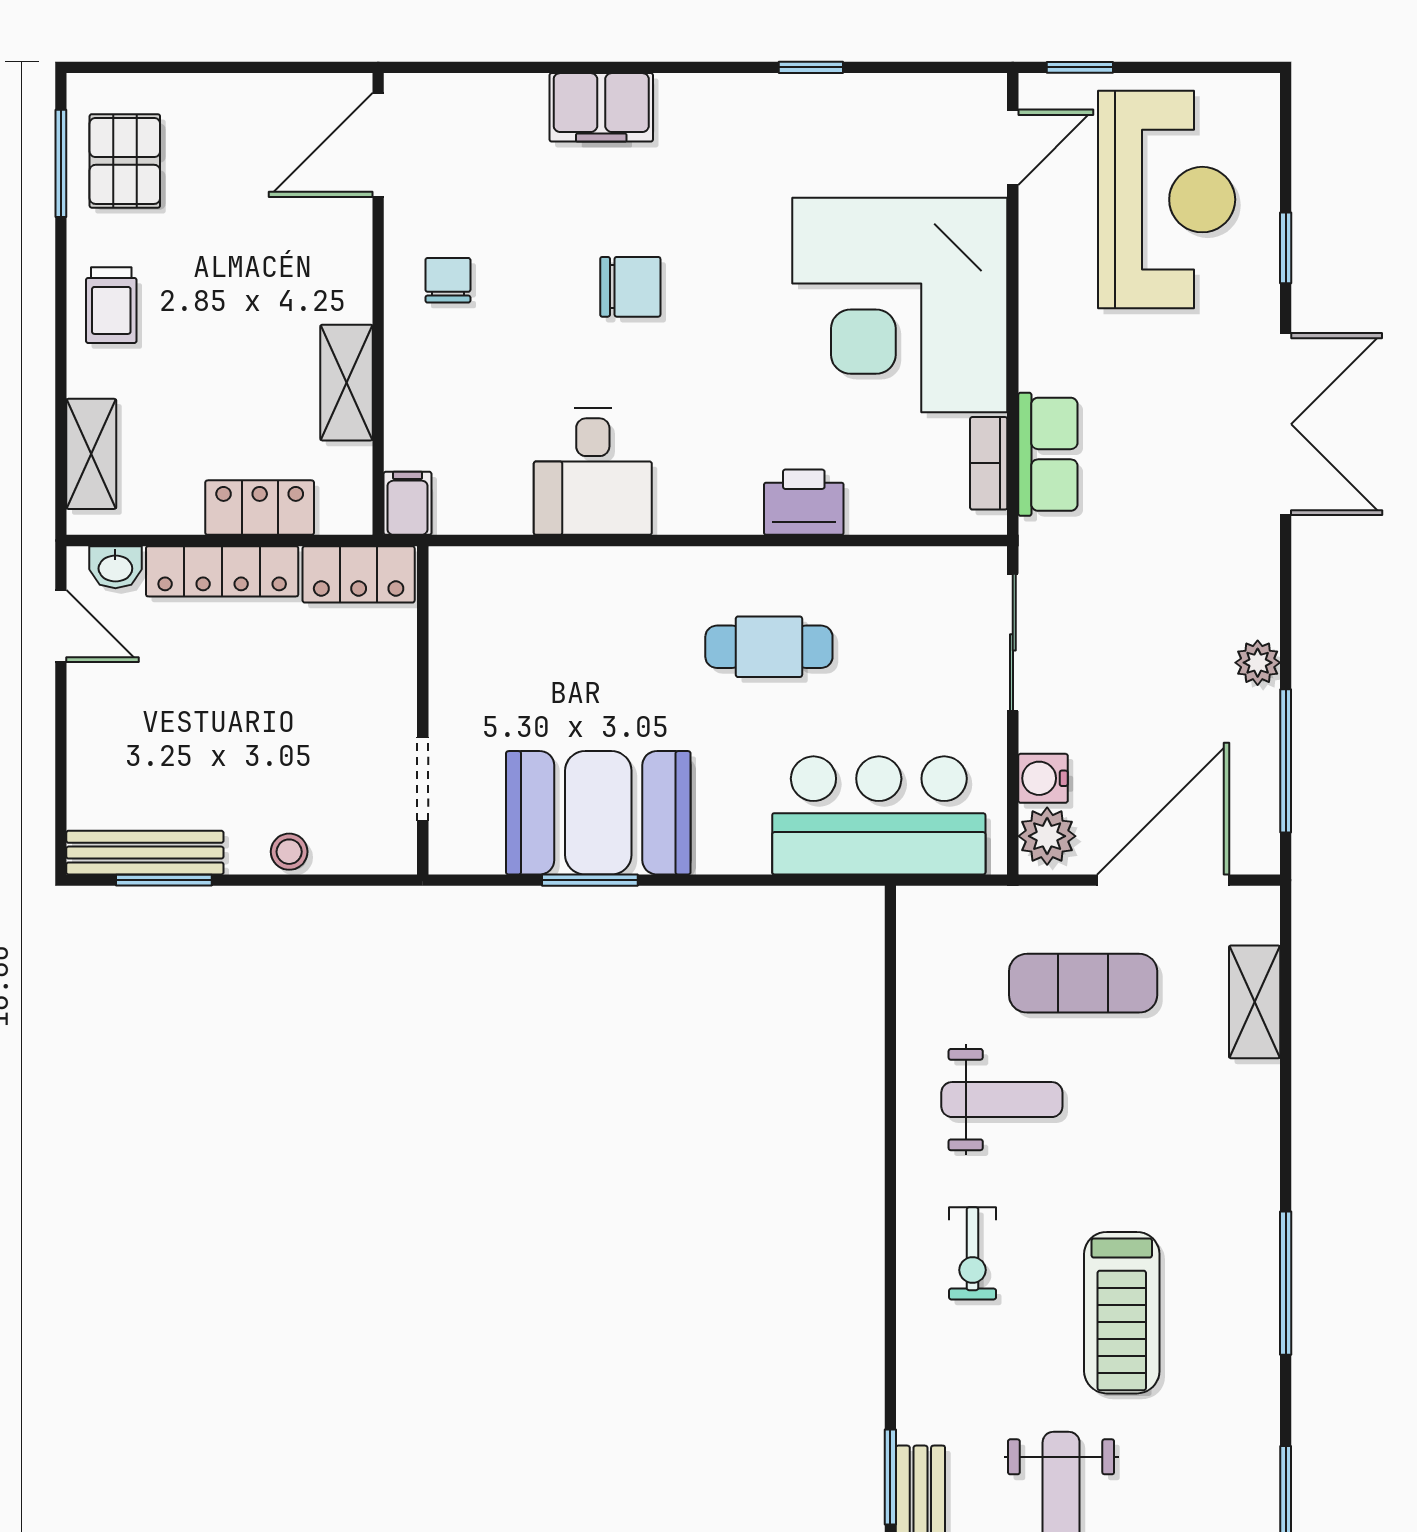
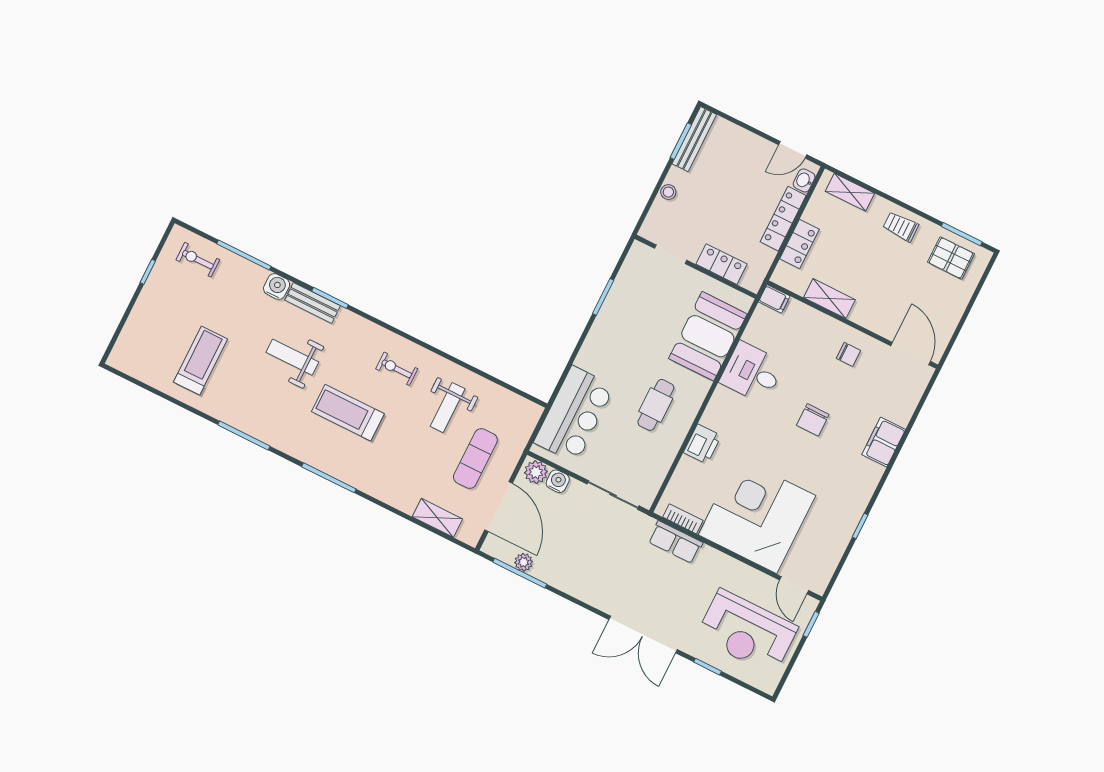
locker: (359, 574) -> (721, 264), moved, turned 90
plant: (1258, 663) -> (524, 562), moved
booth: (598, 813) -> (708, 336), moved

